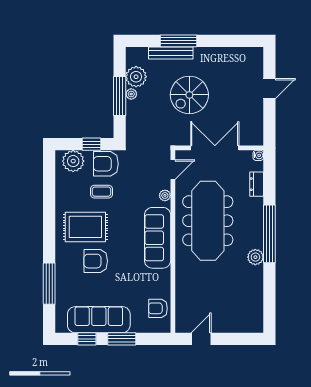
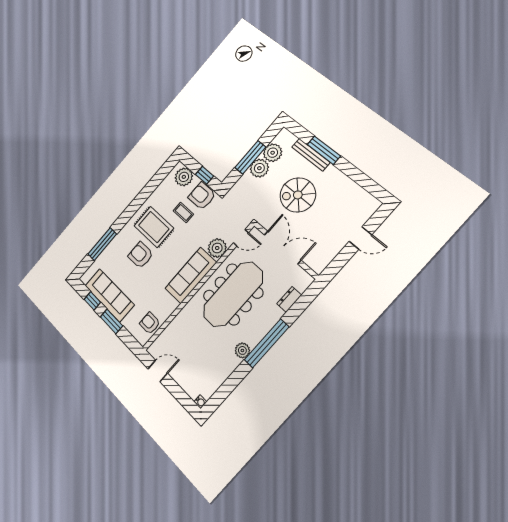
plant: (131, 94) -> (259, 168), width x1.88, depth x1.88
water cooler: (258, 155) -> (200, 402), moved
plant: (165, 195) -> (217, 248), width x1.88, depth x1.88

